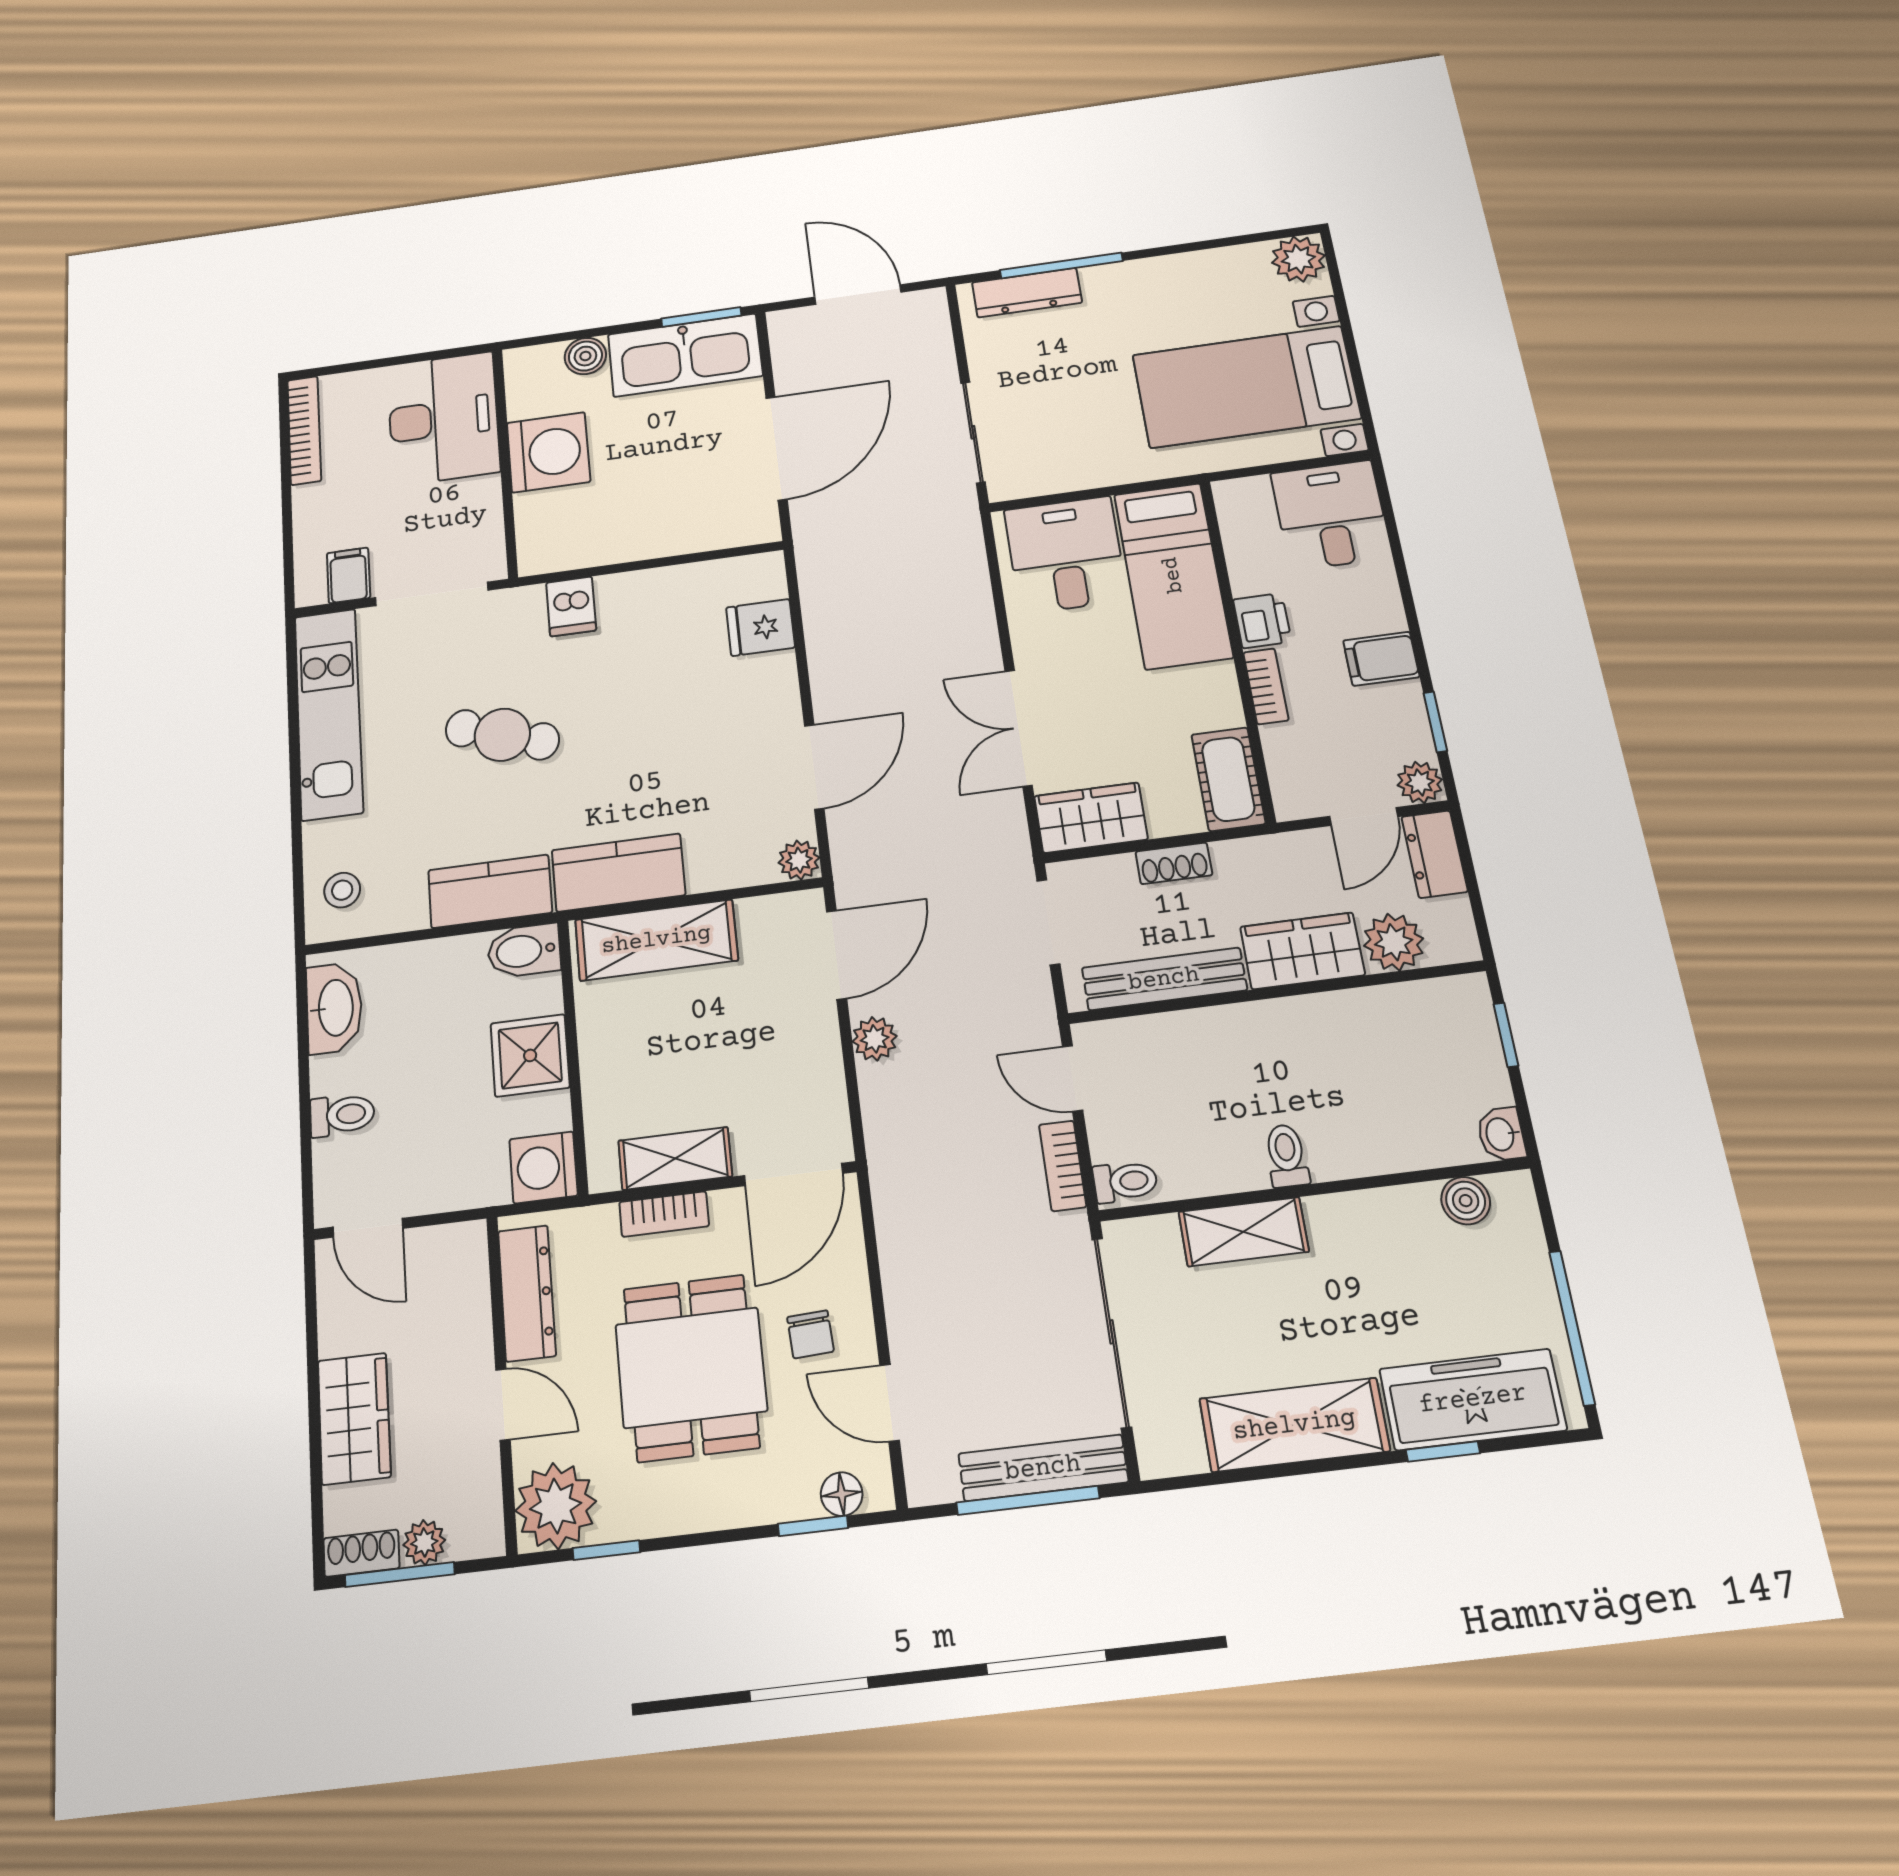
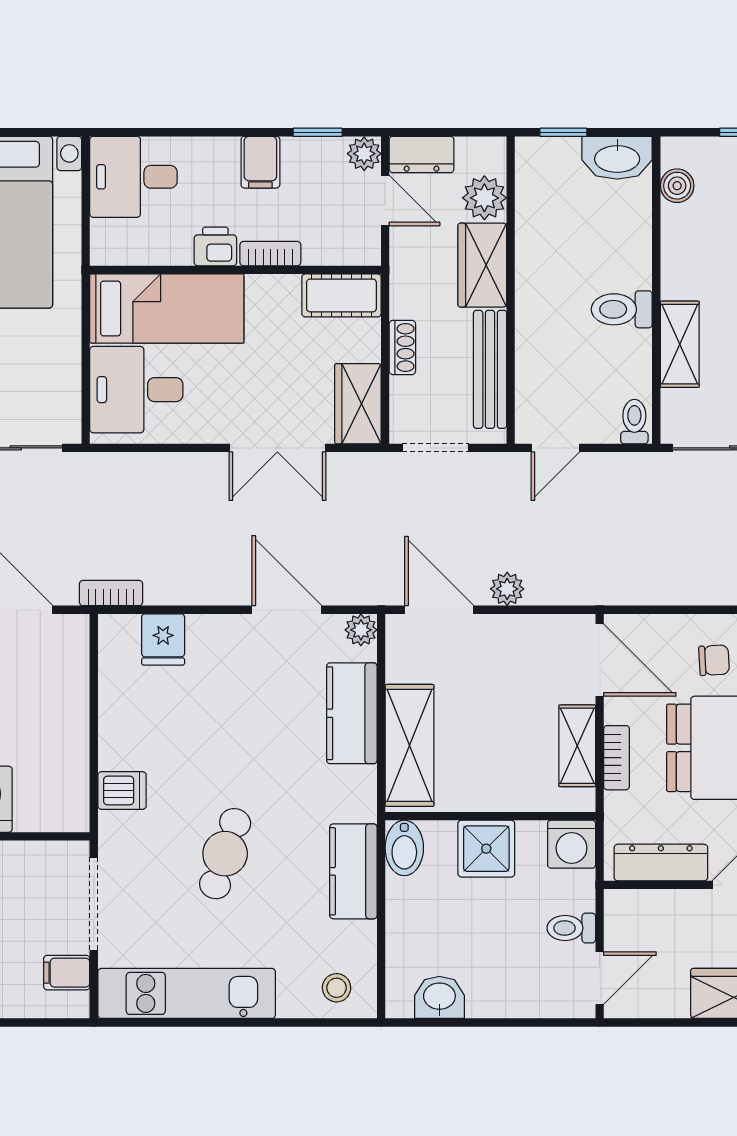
kitchen counter: (618, 873) -> (352, 713), moved
washbasin: (334, 1008) -> (439, 997), width x0.72
toilet: (342, 1115) -> (571, 928), moved, turned -90
washbasin: (1501, 1134) -> (617, 158), width x1.91, depth x1.45
toilet: (1287, 1156) -> (622, 309), width x1.37, depth x1.39
bookcase: (1063, 1166) -> (111, 593), moved, turned 180

